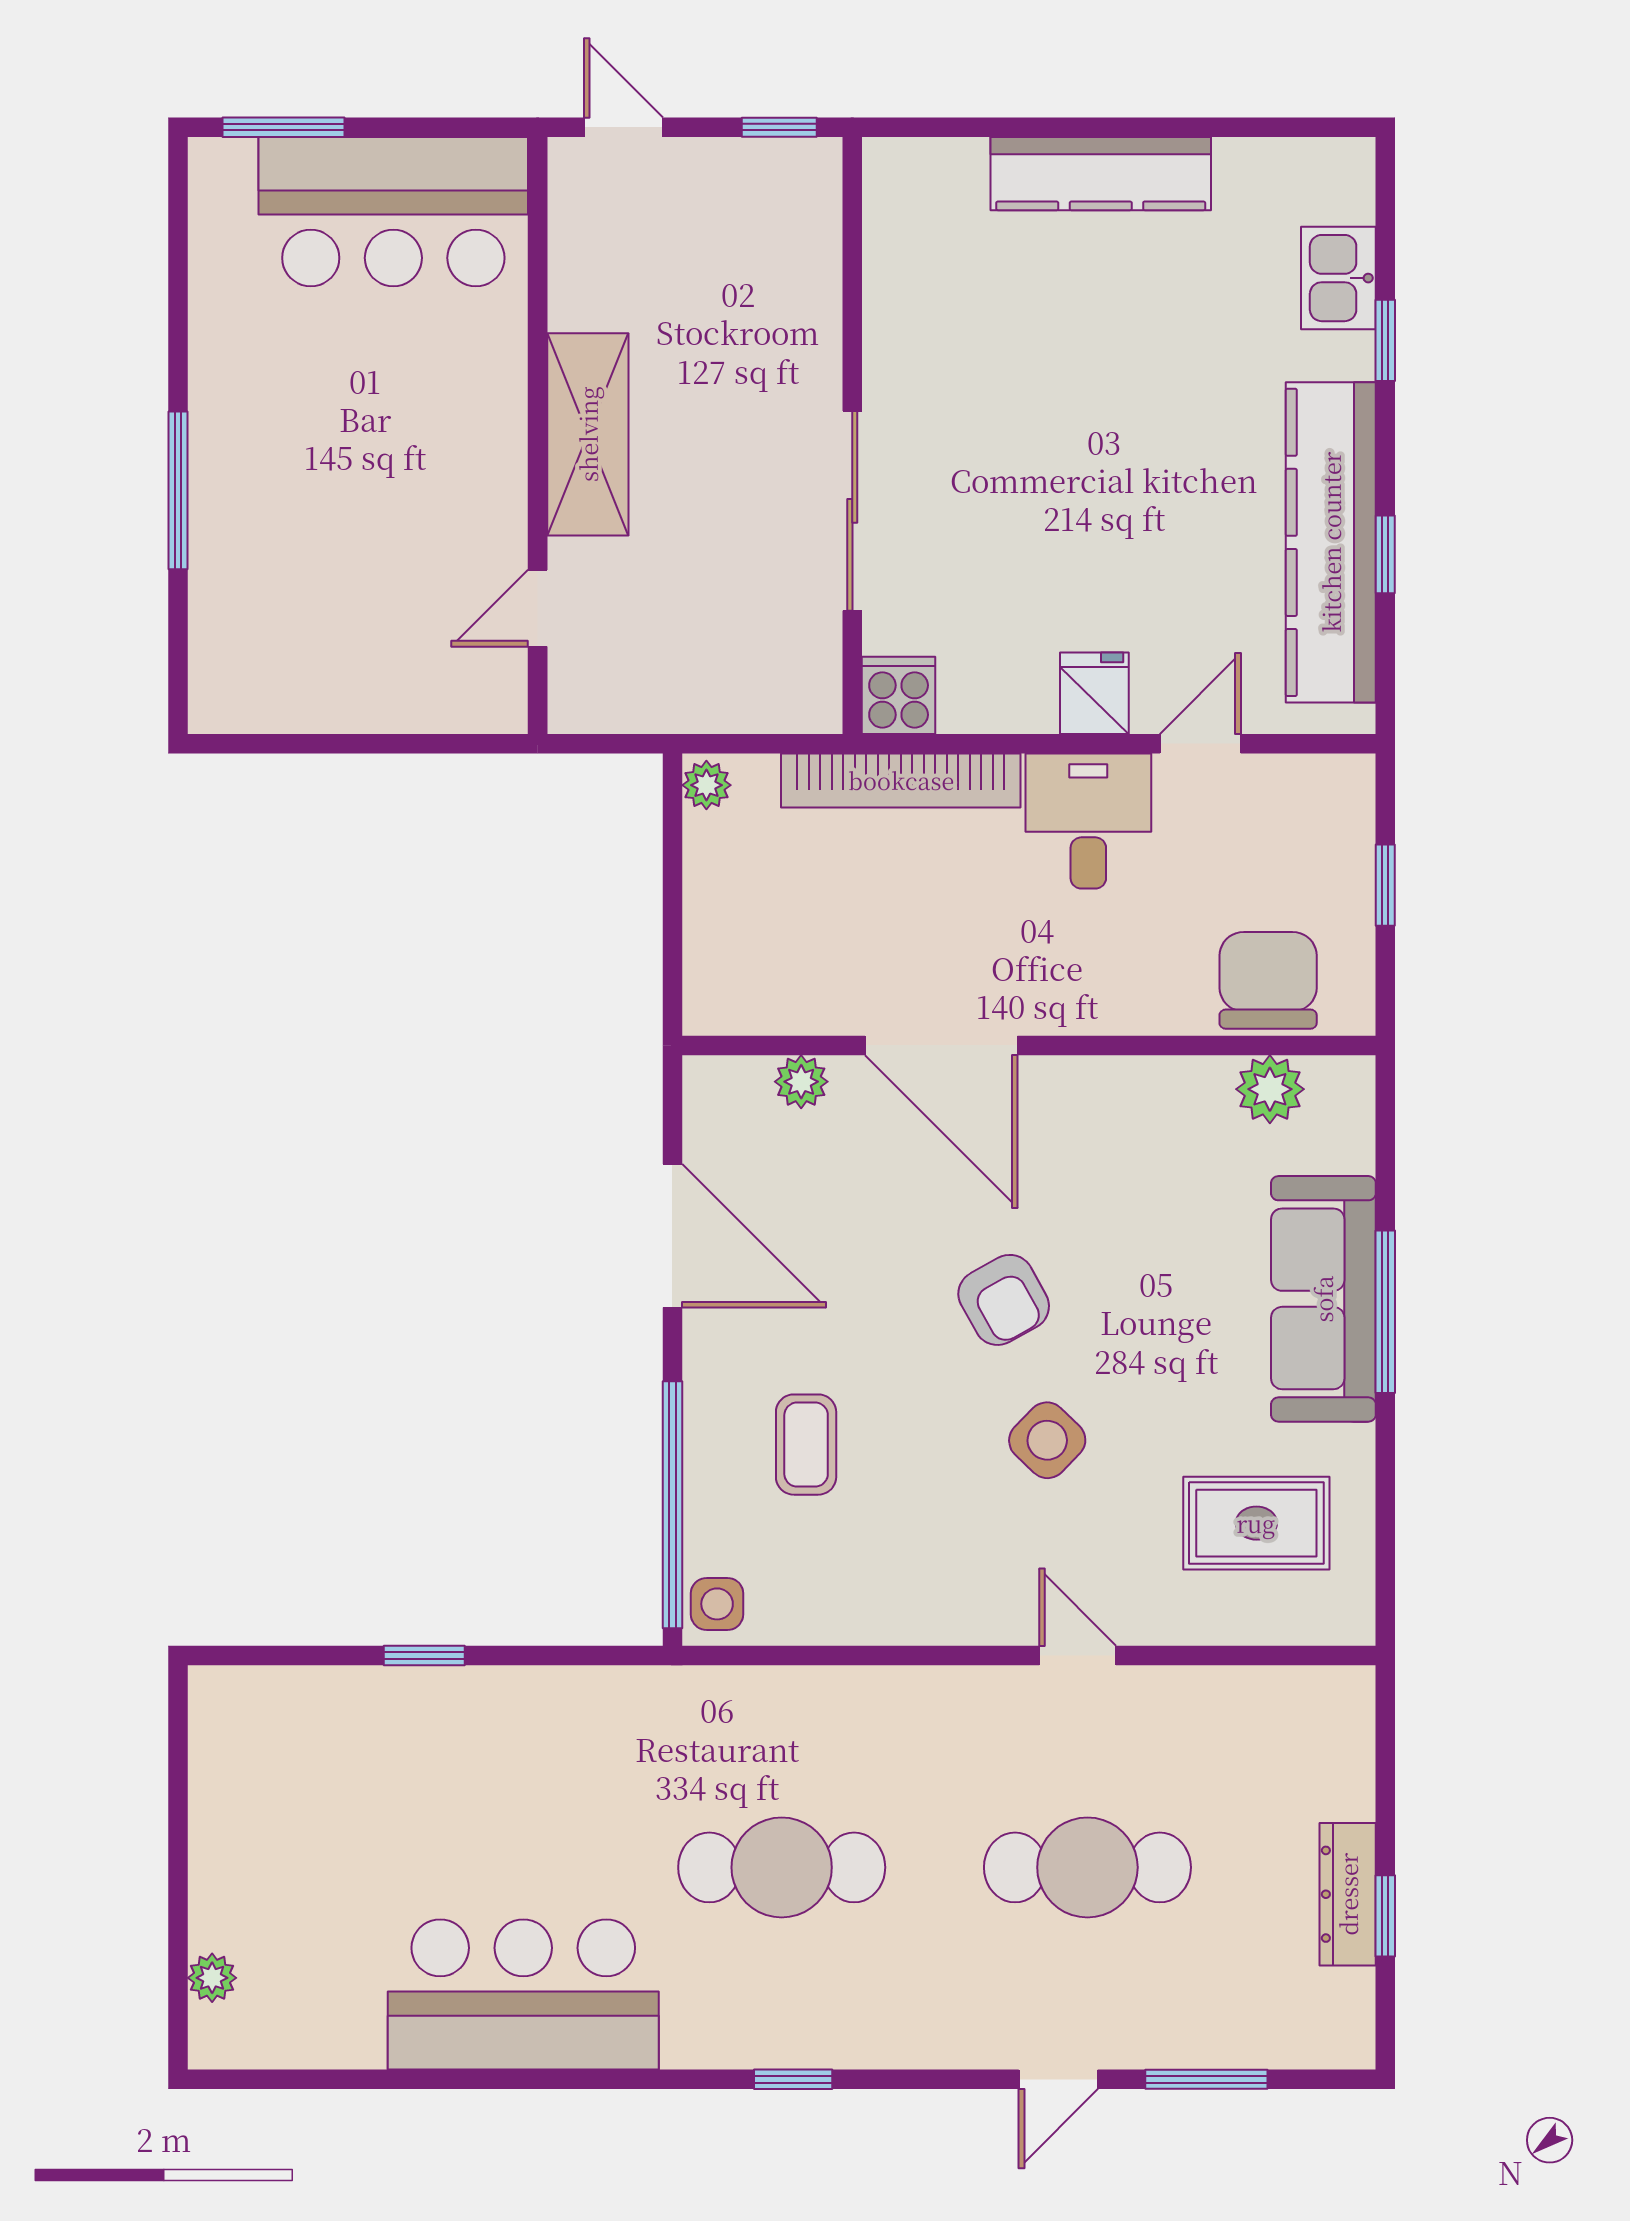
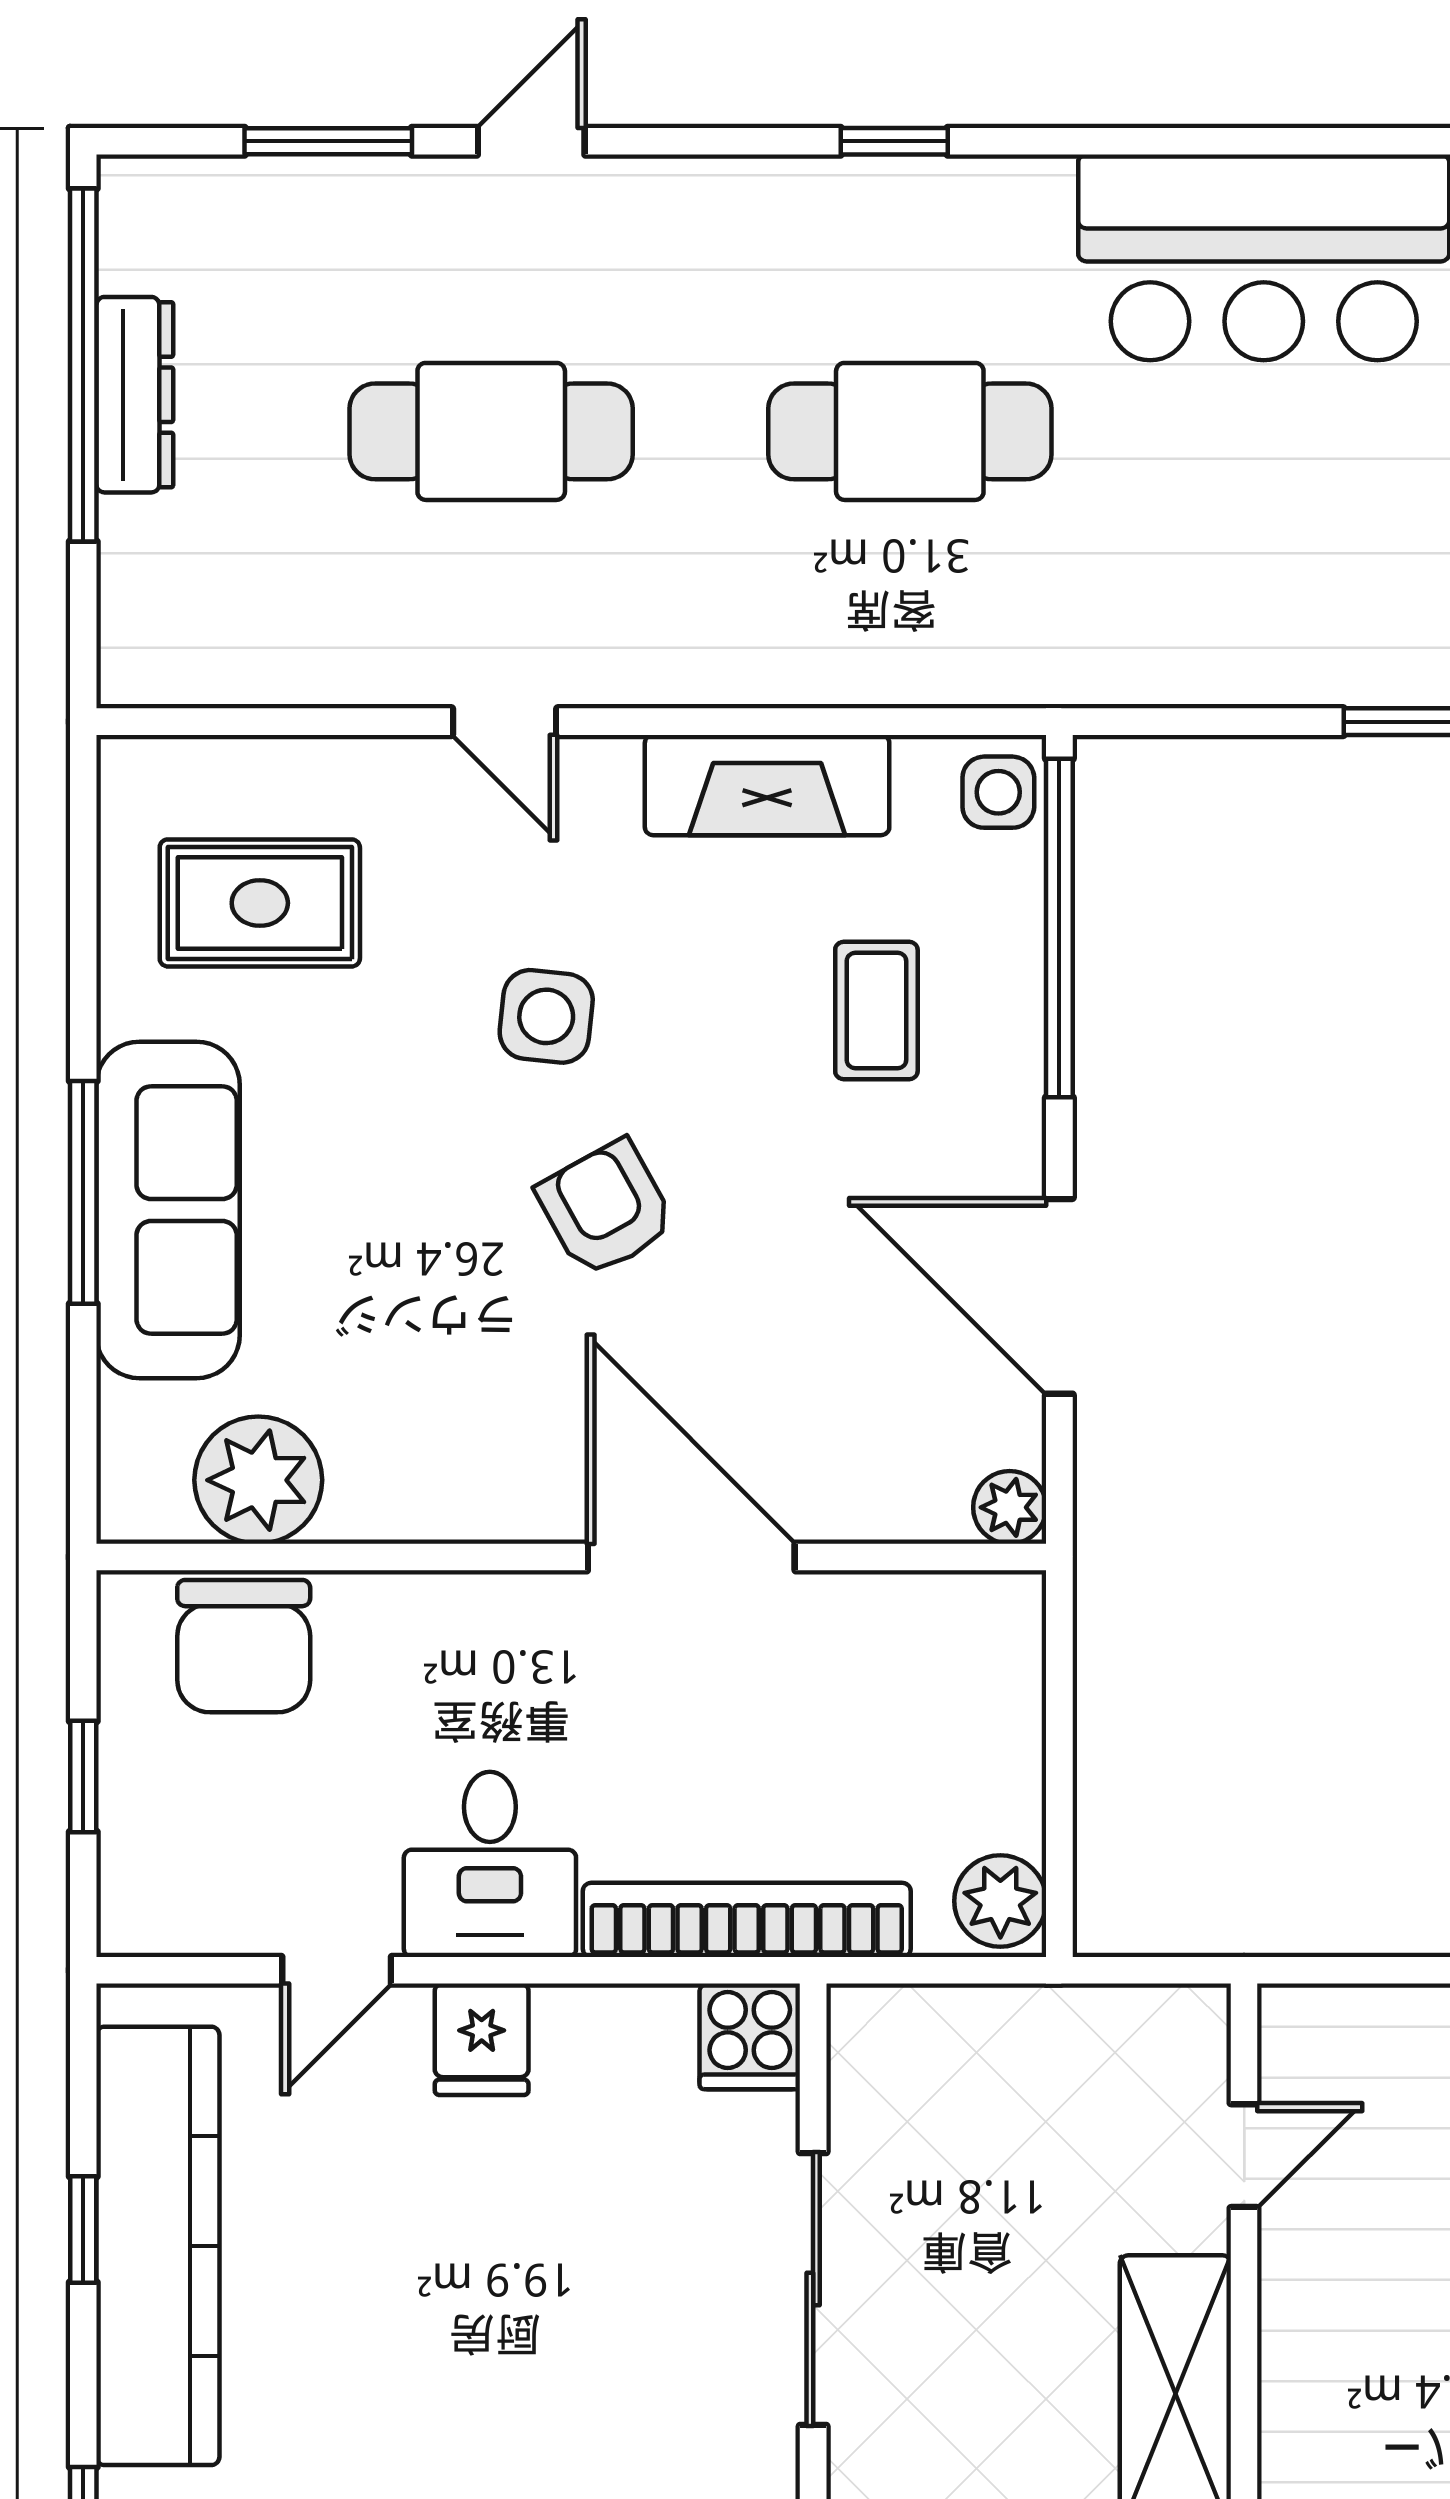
plant: (706, 785) -> (1000, 1901), width x1.38, depth x1.38
plant: (801, 1082) -> (1010, 1507), moved
plant: (1270, 1089) -> (258, 1480), width x1.36, depth x1.36
side table: (1047, 1440) -> (546, 1016), turned -38
fireplace: (886, 1609) -> (767, 785), added
window: (1385, 1916) -> (83, 365), width x3.17

